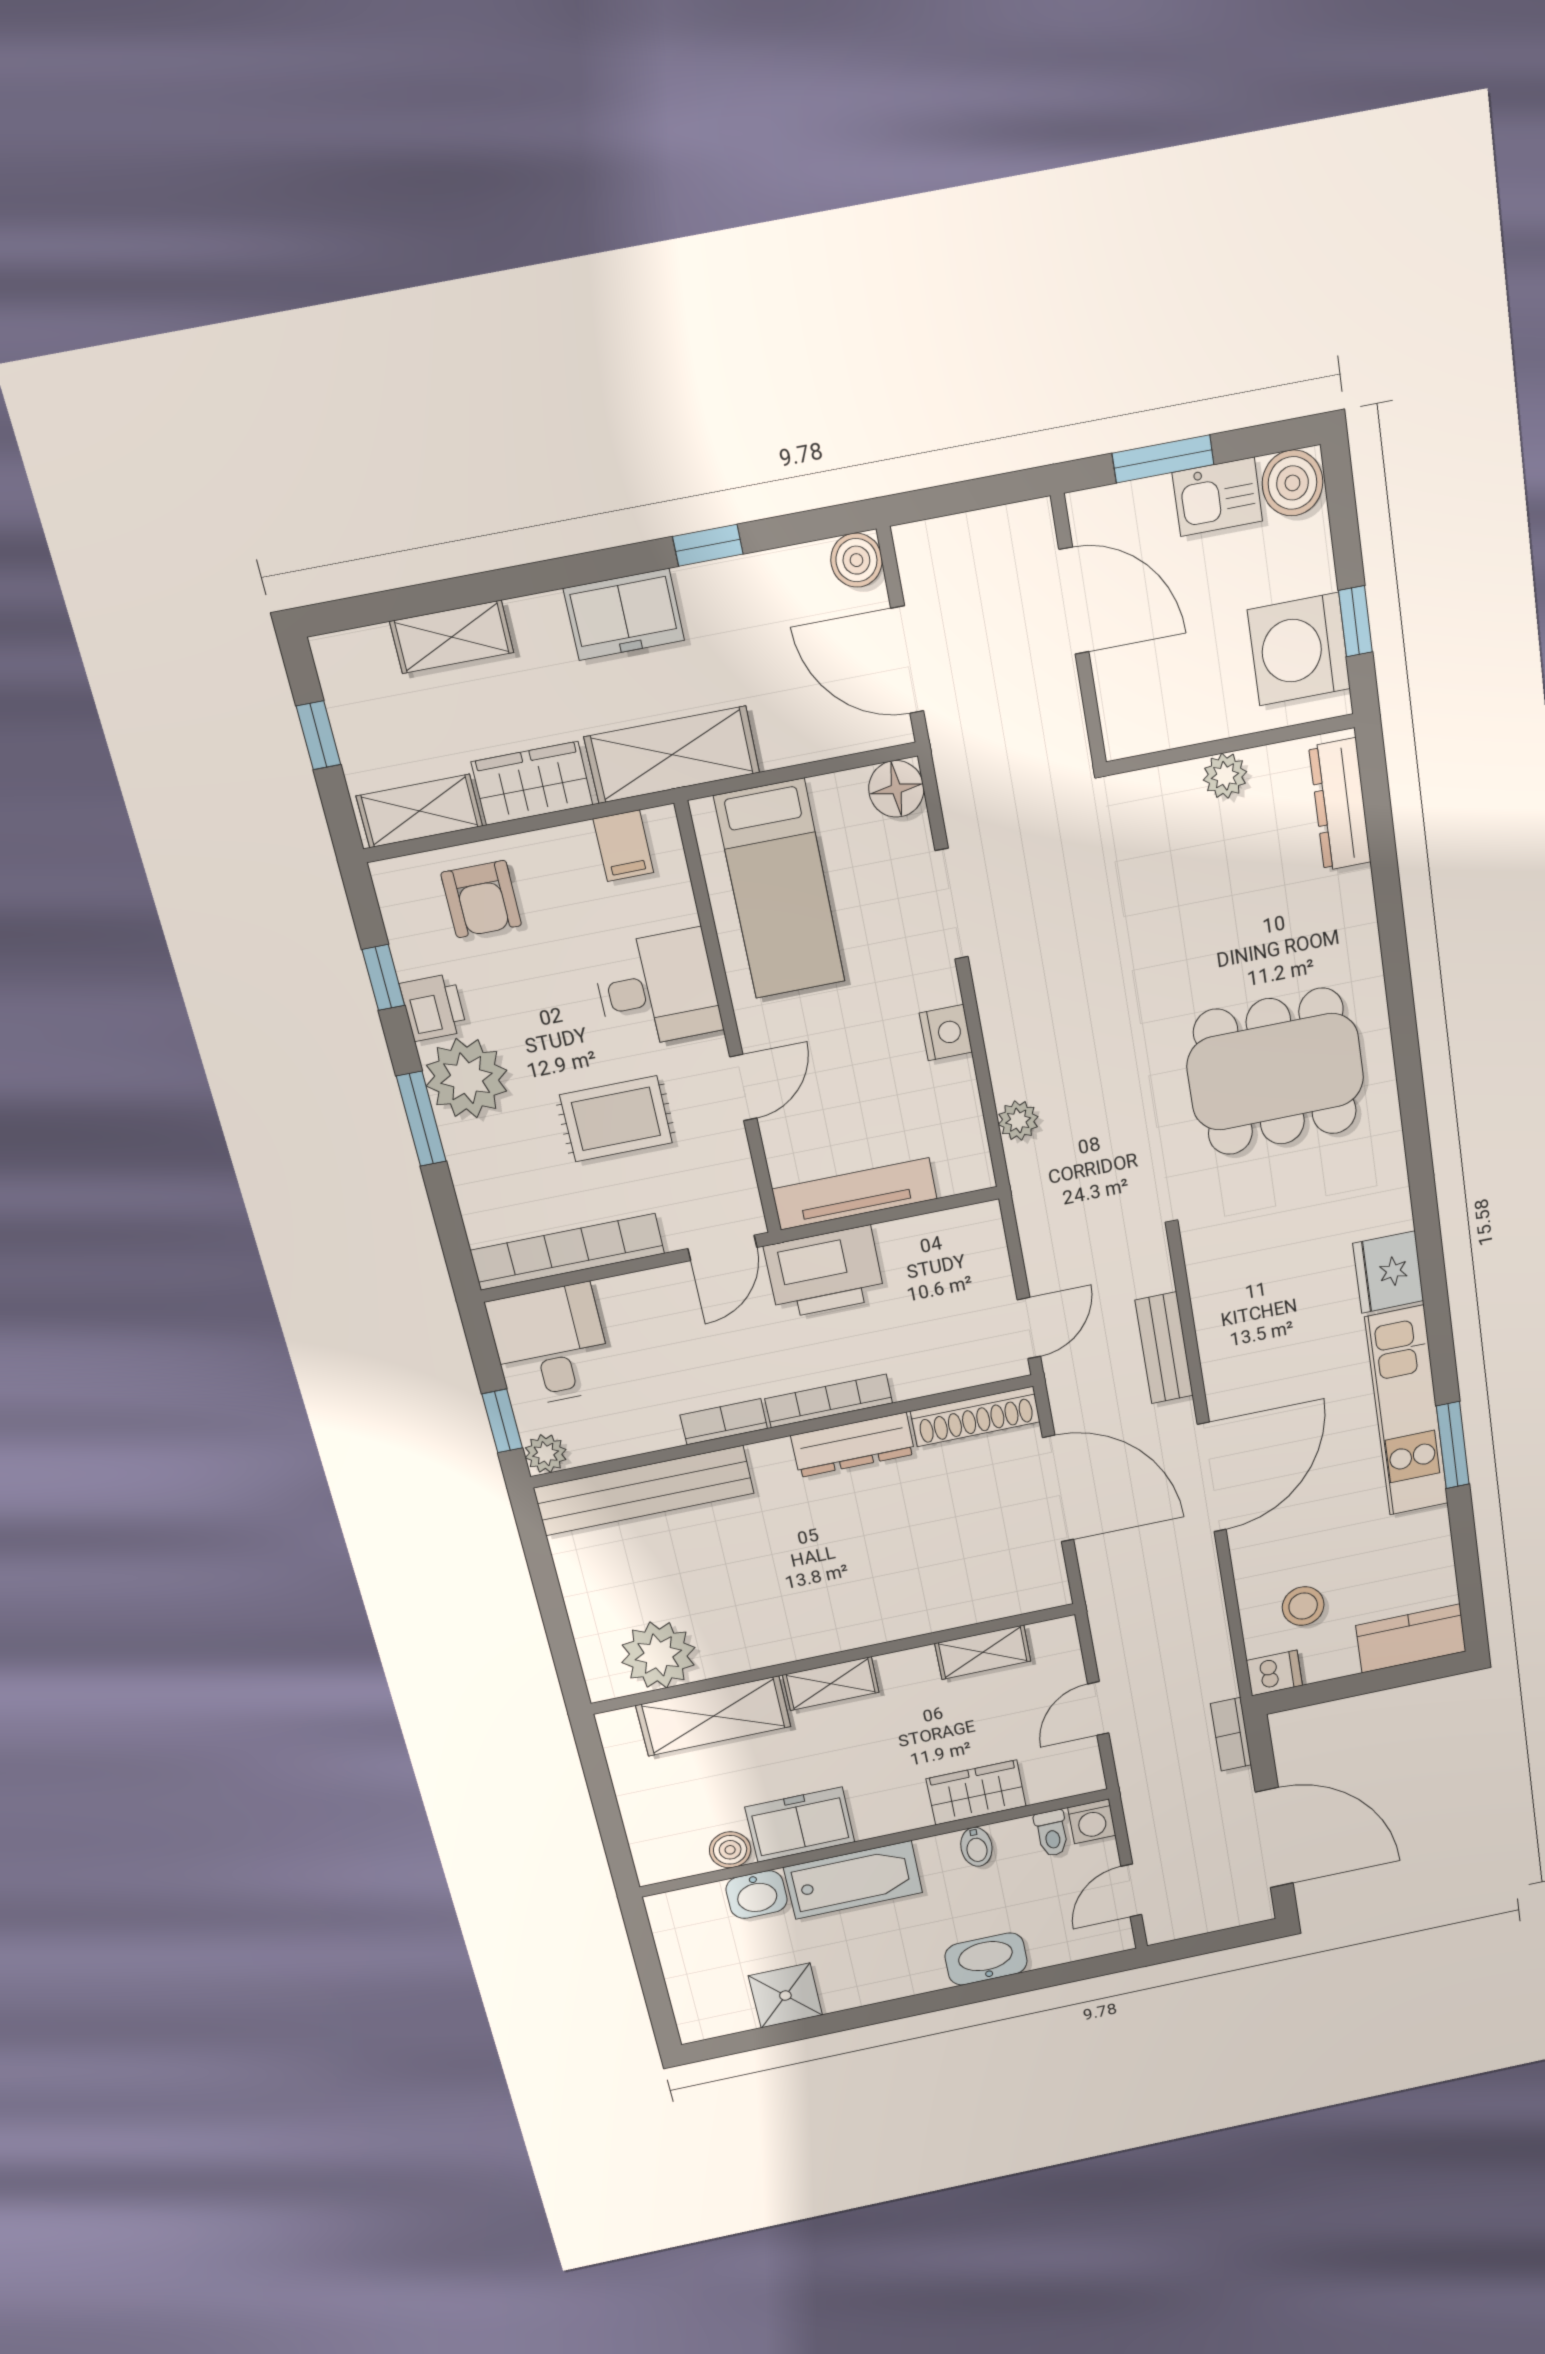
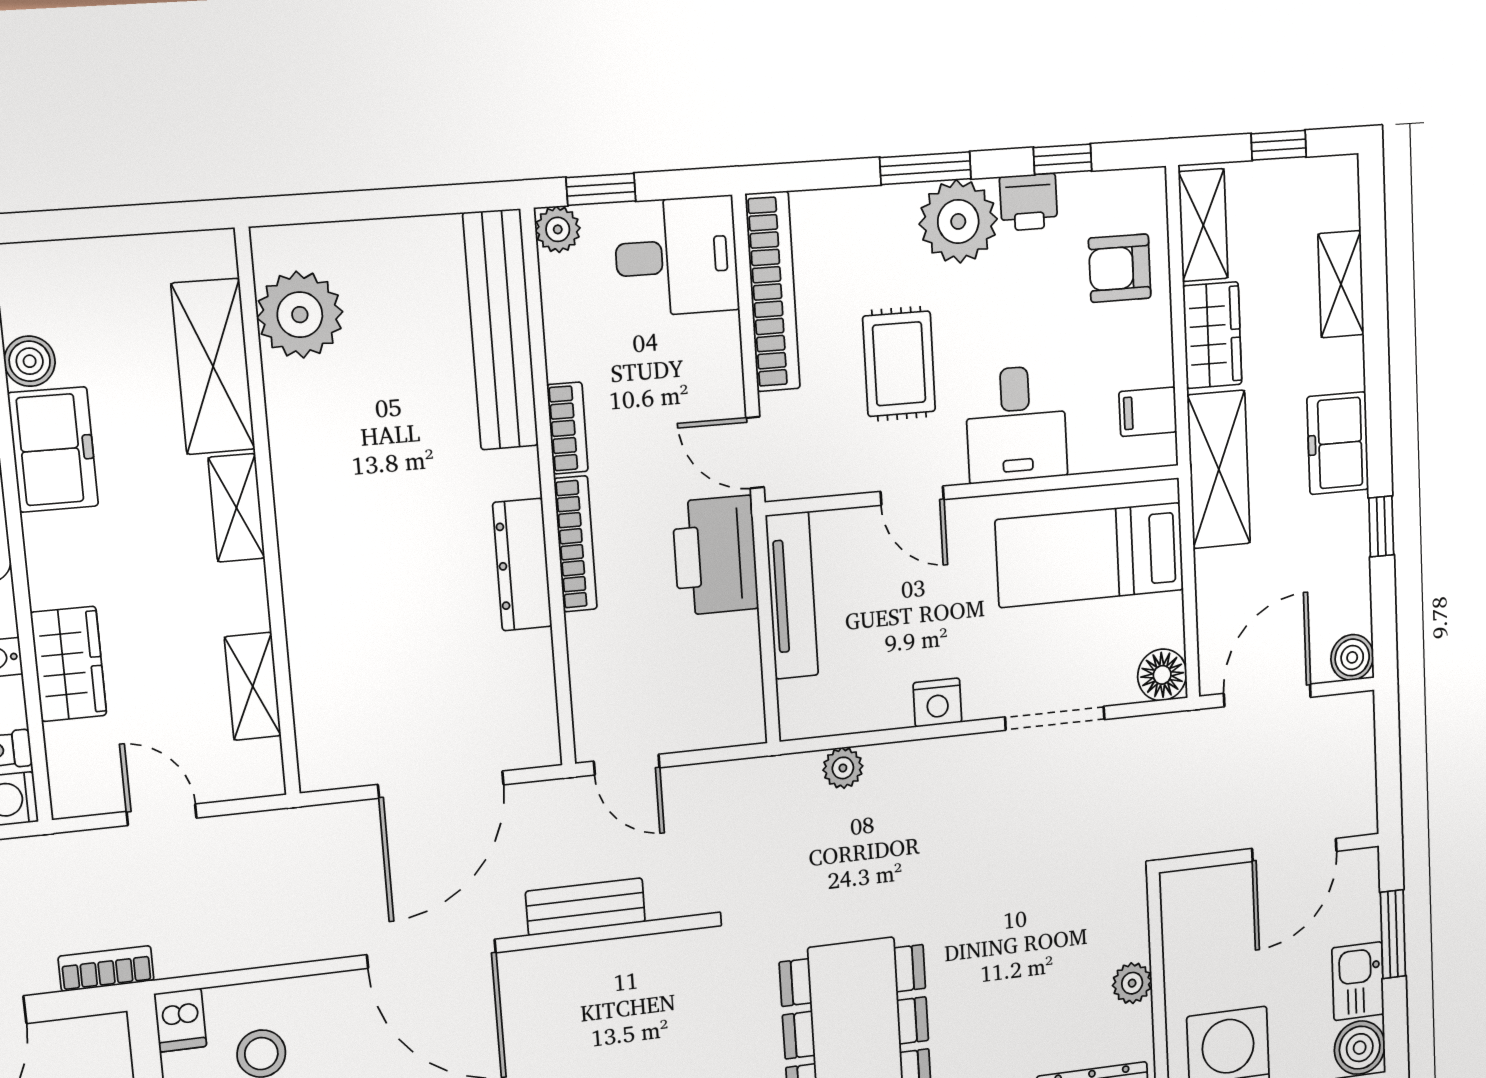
shoe rack: (975, 1416) -> (537, 700), removed

